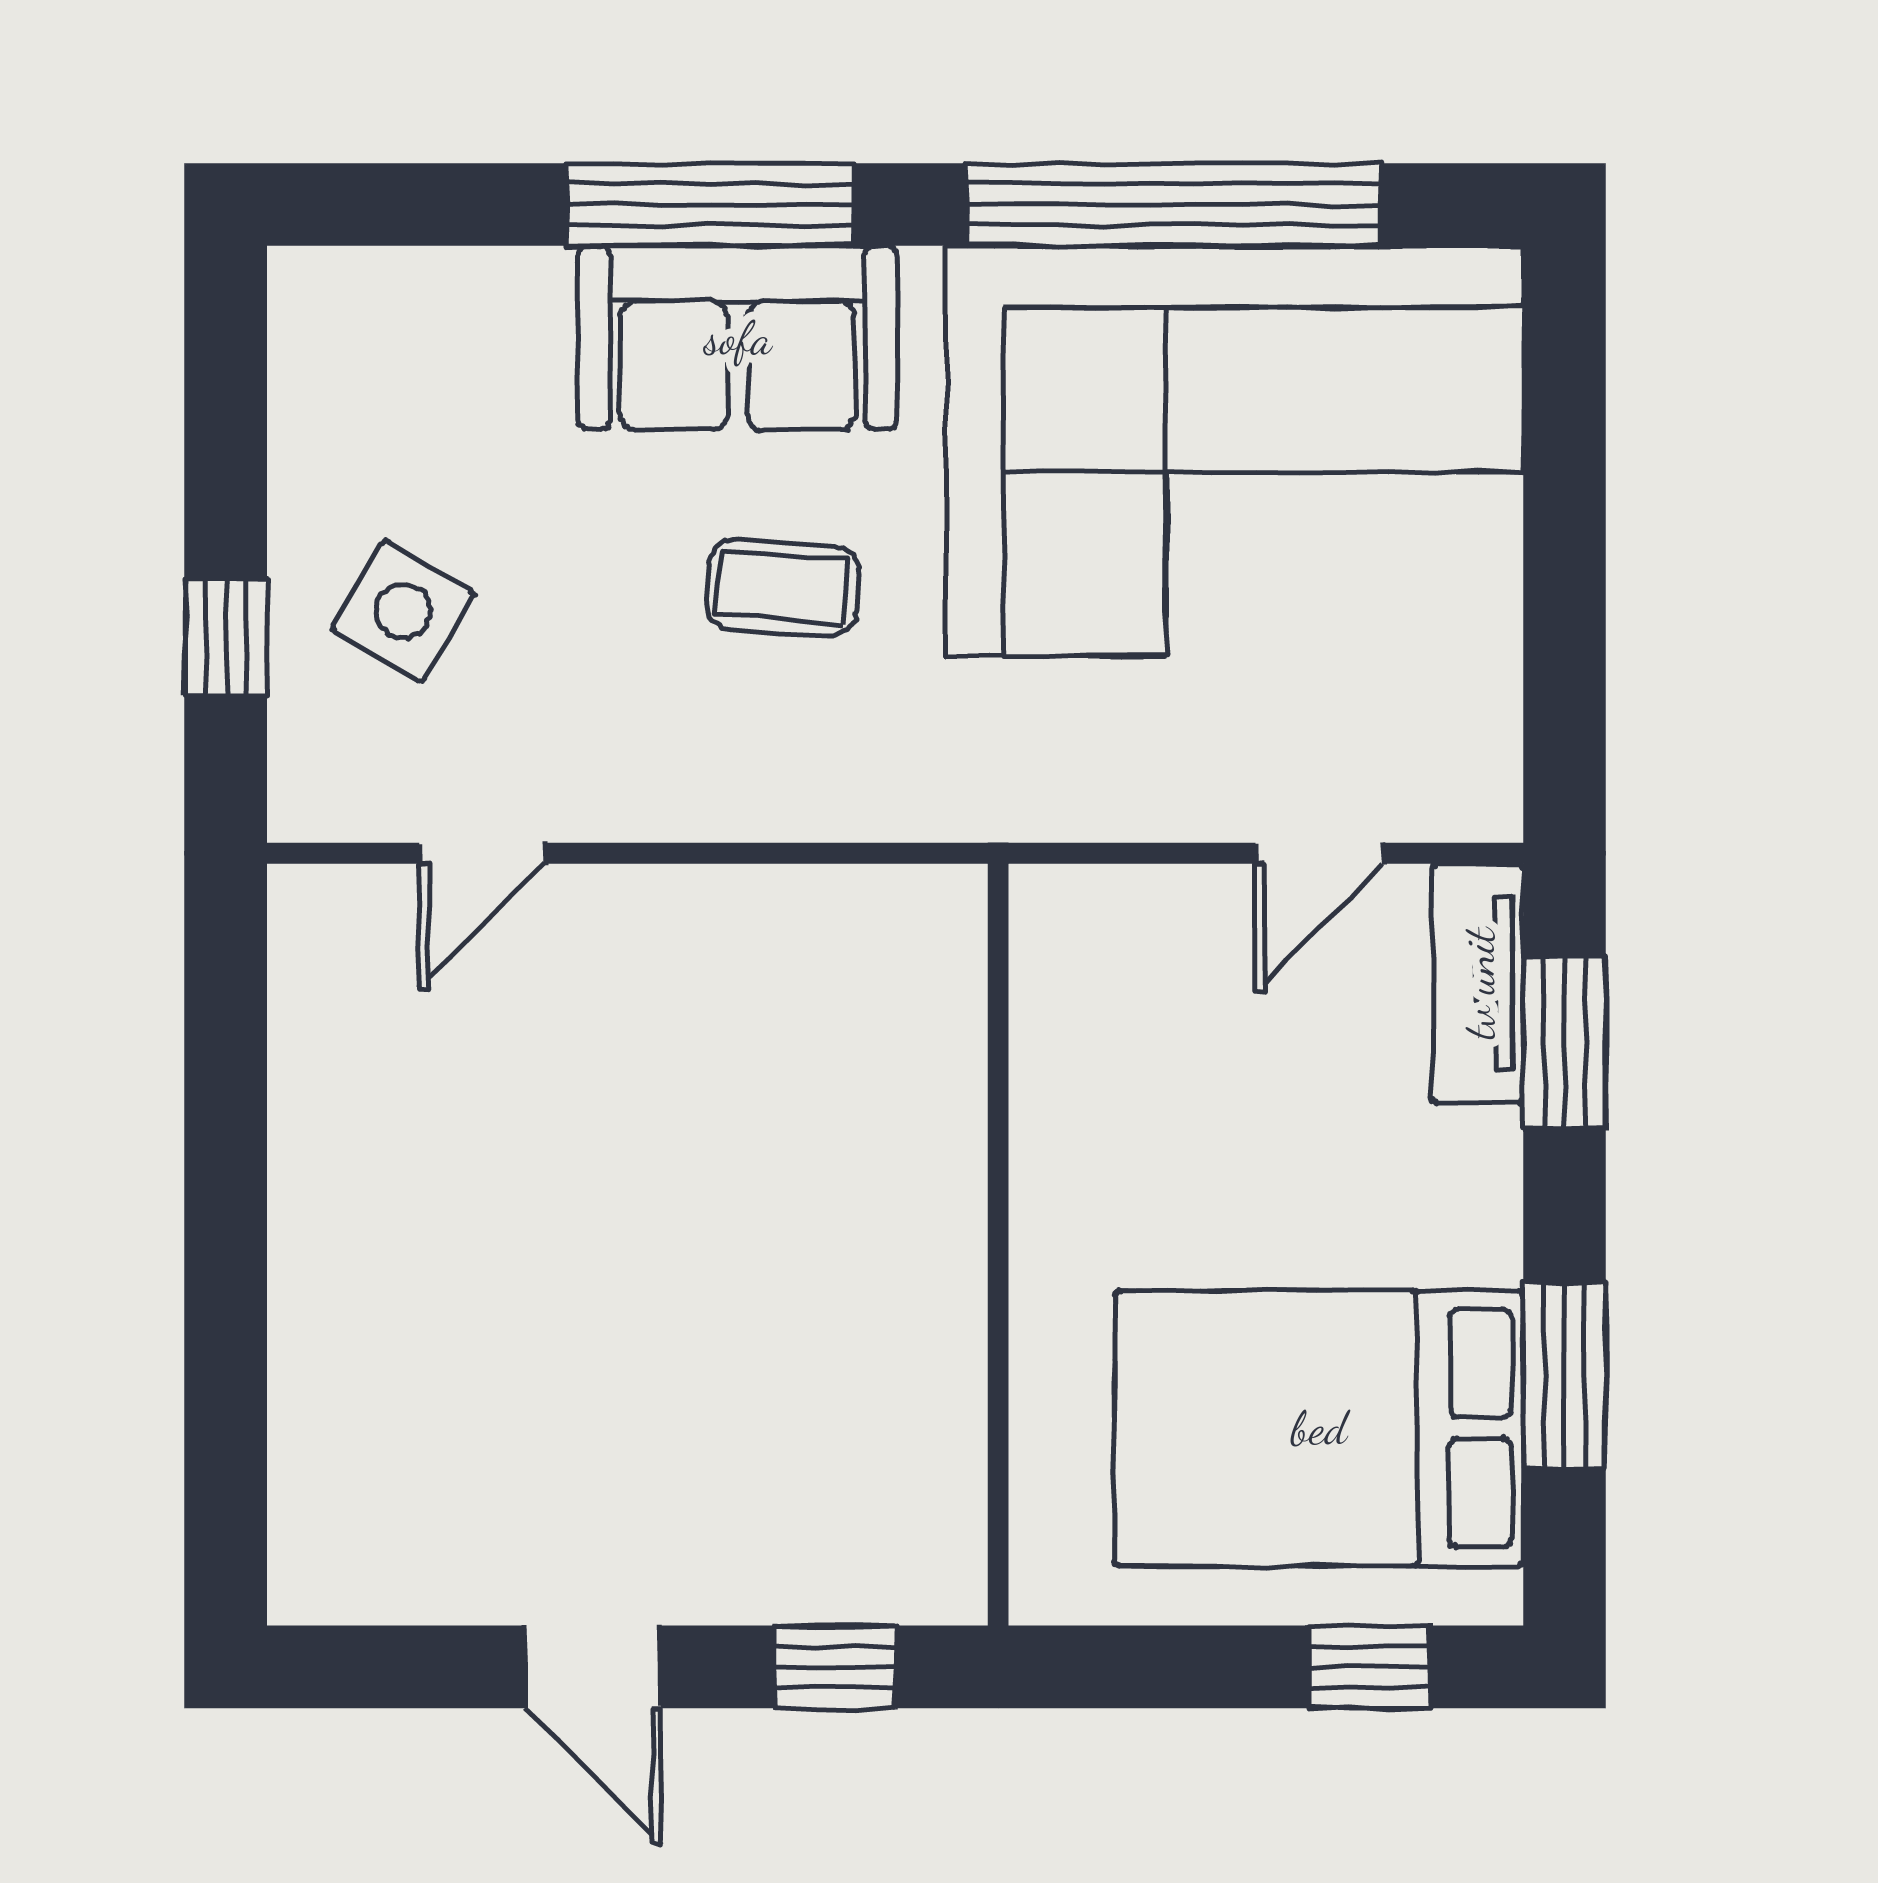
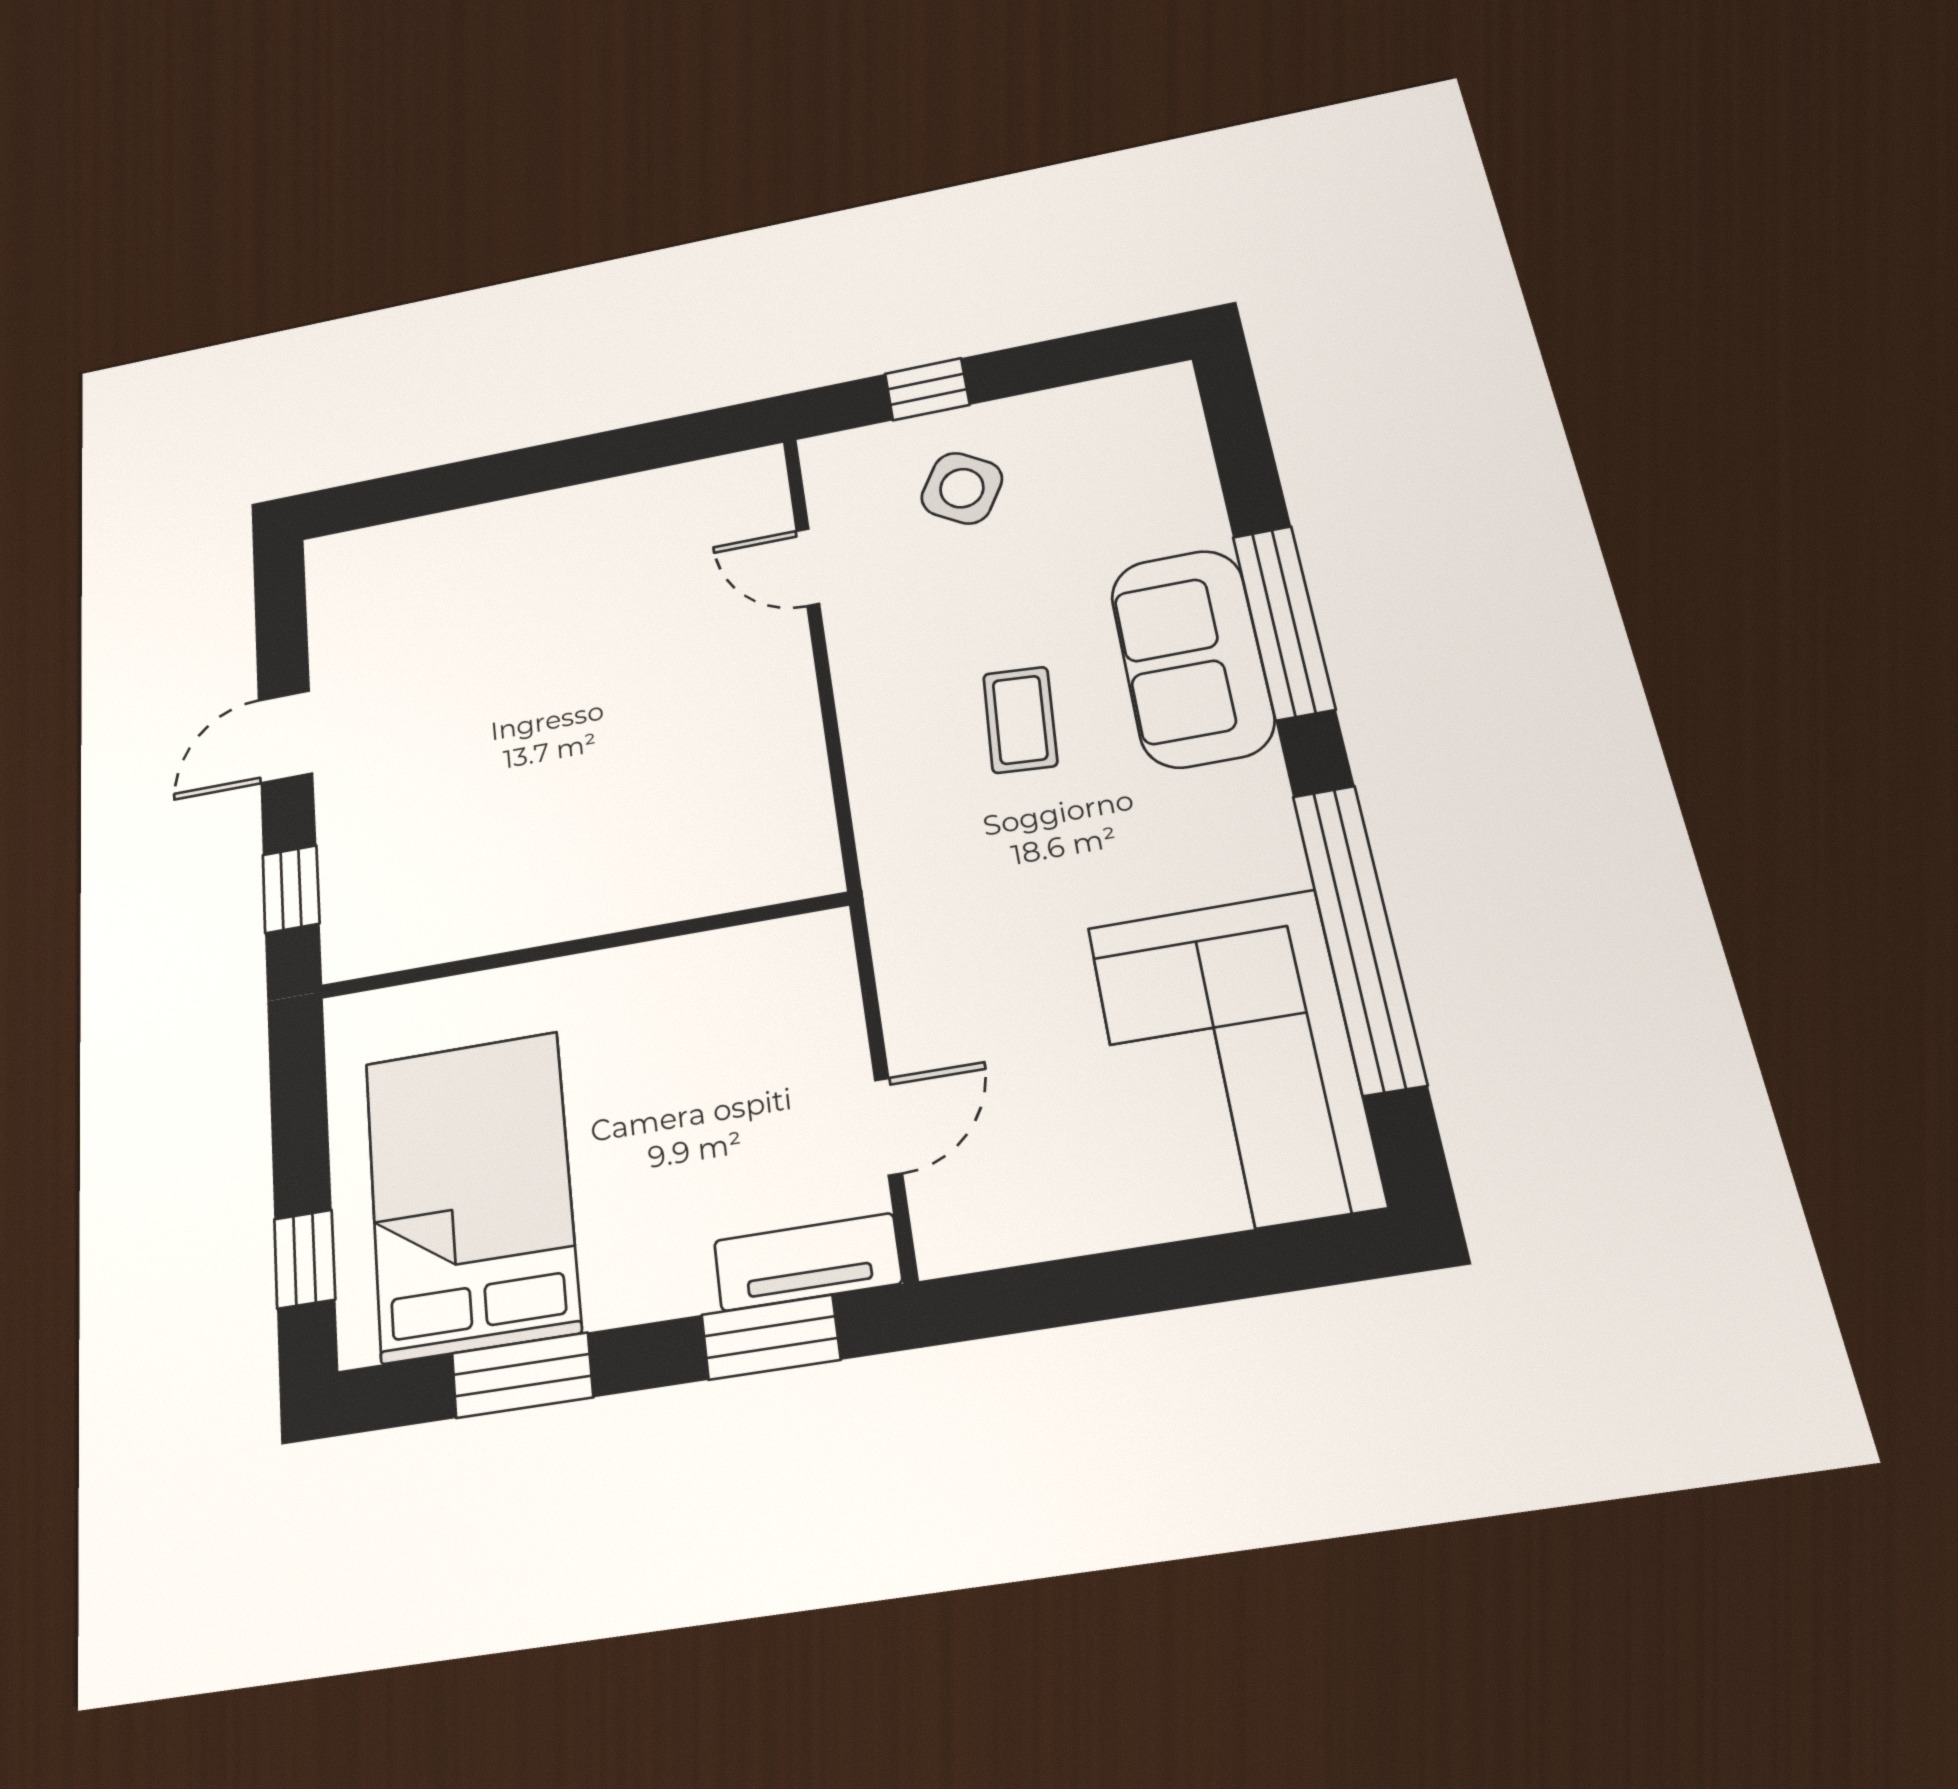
corner sofa: (1235, 451) -> (1233, 1064), width x0.73, depth x0.74
door: (1320, 853) -> (889, 1127), swing flipped

